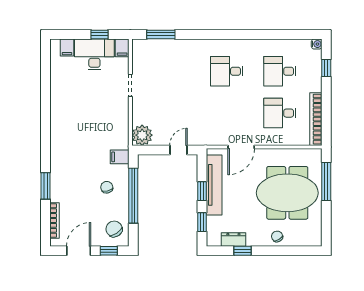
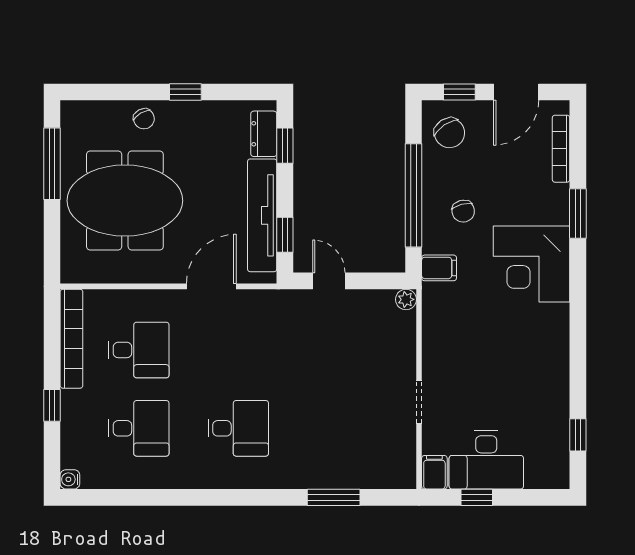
window: (161, 34) -> (334, 497), moved
filing cabinet: (67, 48) -> (538, 473), removed
window: (46, 68) -> (578, 435), added
window: (326, 68) -> (52, 405), moved
plant: (142, 135) -> (406, 299), width x0.53, depth x0.53
door: (178, 150) -> (329, 281), swing flipped
corner desk: (70, 159) -> (531, 264), added
window: (326, 182) -> (52, 164), moved
window: (202, 191) -> (285, 235), moved
dresser: (233, 240) -> (264, 134), moved, turned 90
window: (242, 251) -> (185, 92), moved

